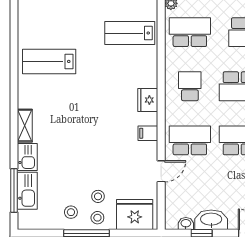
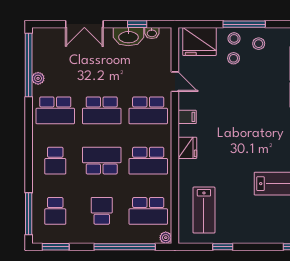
lab bench: (130, 33) -> (204, 210), turned 90
school desk: (190, 86) -> (148, 161), width x1.85
door: (161, 171) -> (175, 82), swing flipped

